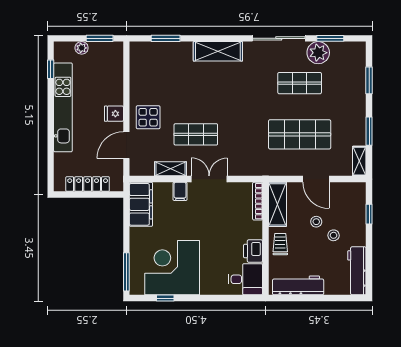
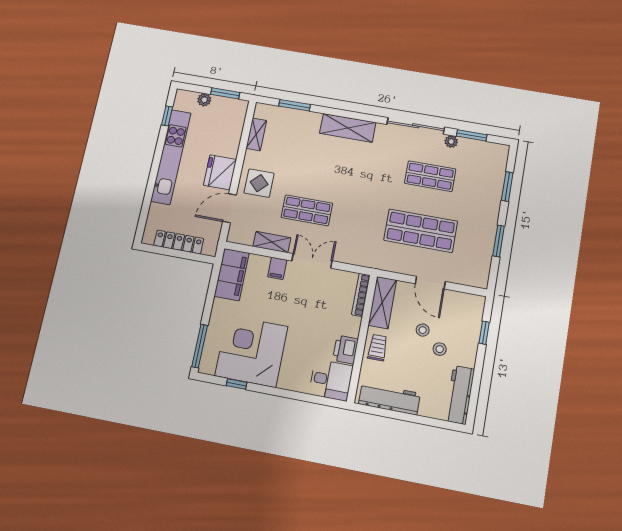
plant: (318, 53) -> (451, 141), width x0.53, depth x0.53
fridge: (114, 114) -> (220, 172), width x1.88, depth x1.34
shelving: (359, 161) -> (256, 134), moved

